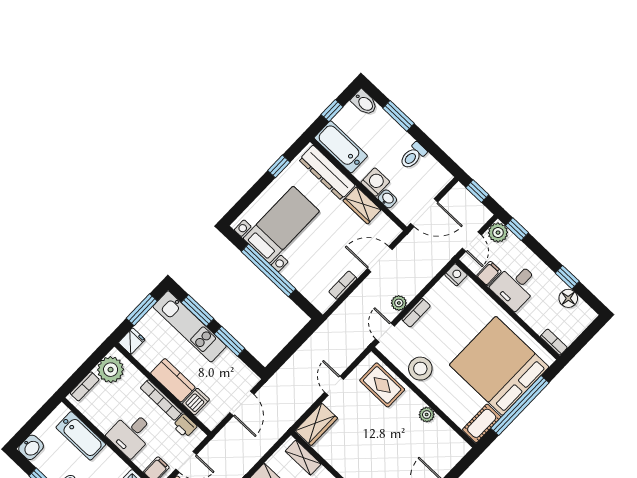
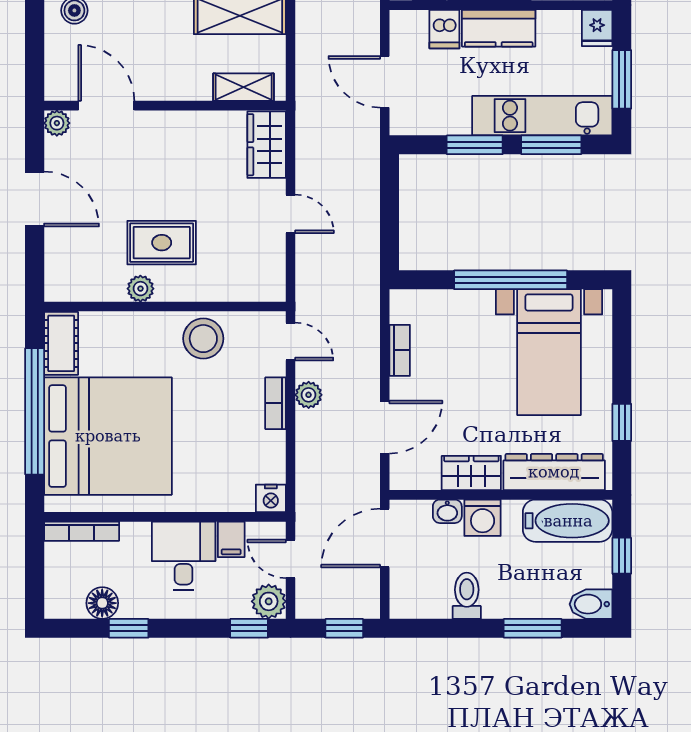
bookcase: (554, 342) -> (82, 531), width x1.56
rug: (382, 385) -> (162, 243), moved

